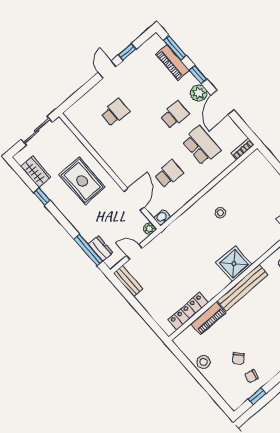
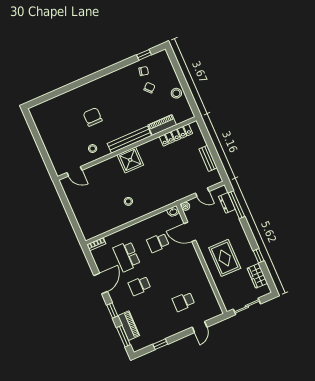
door: (107, 69) -> (200, 327), moved
plant: (199, 93) -> (116, 296), removed
door: (134, 199) -> (190, 232), hinge flipped
bench: (128, 281) -> (208, 158), moved

